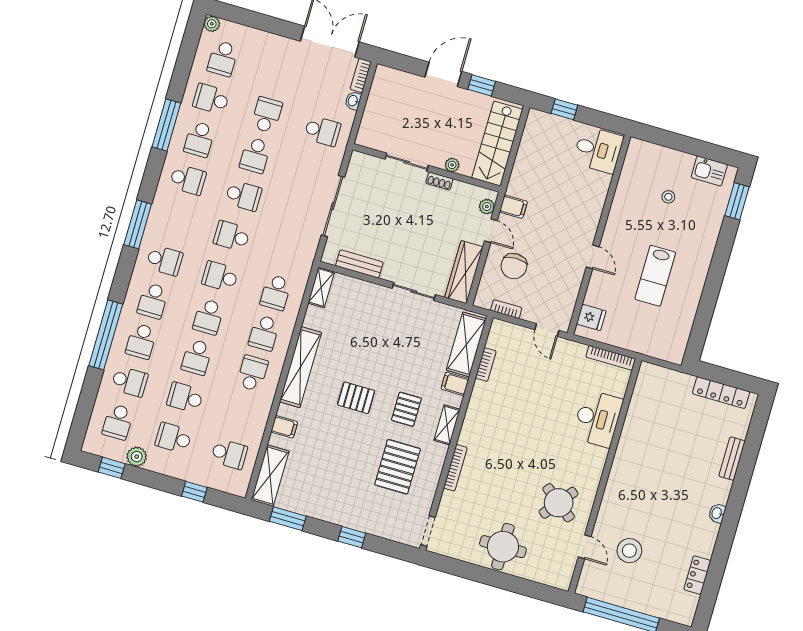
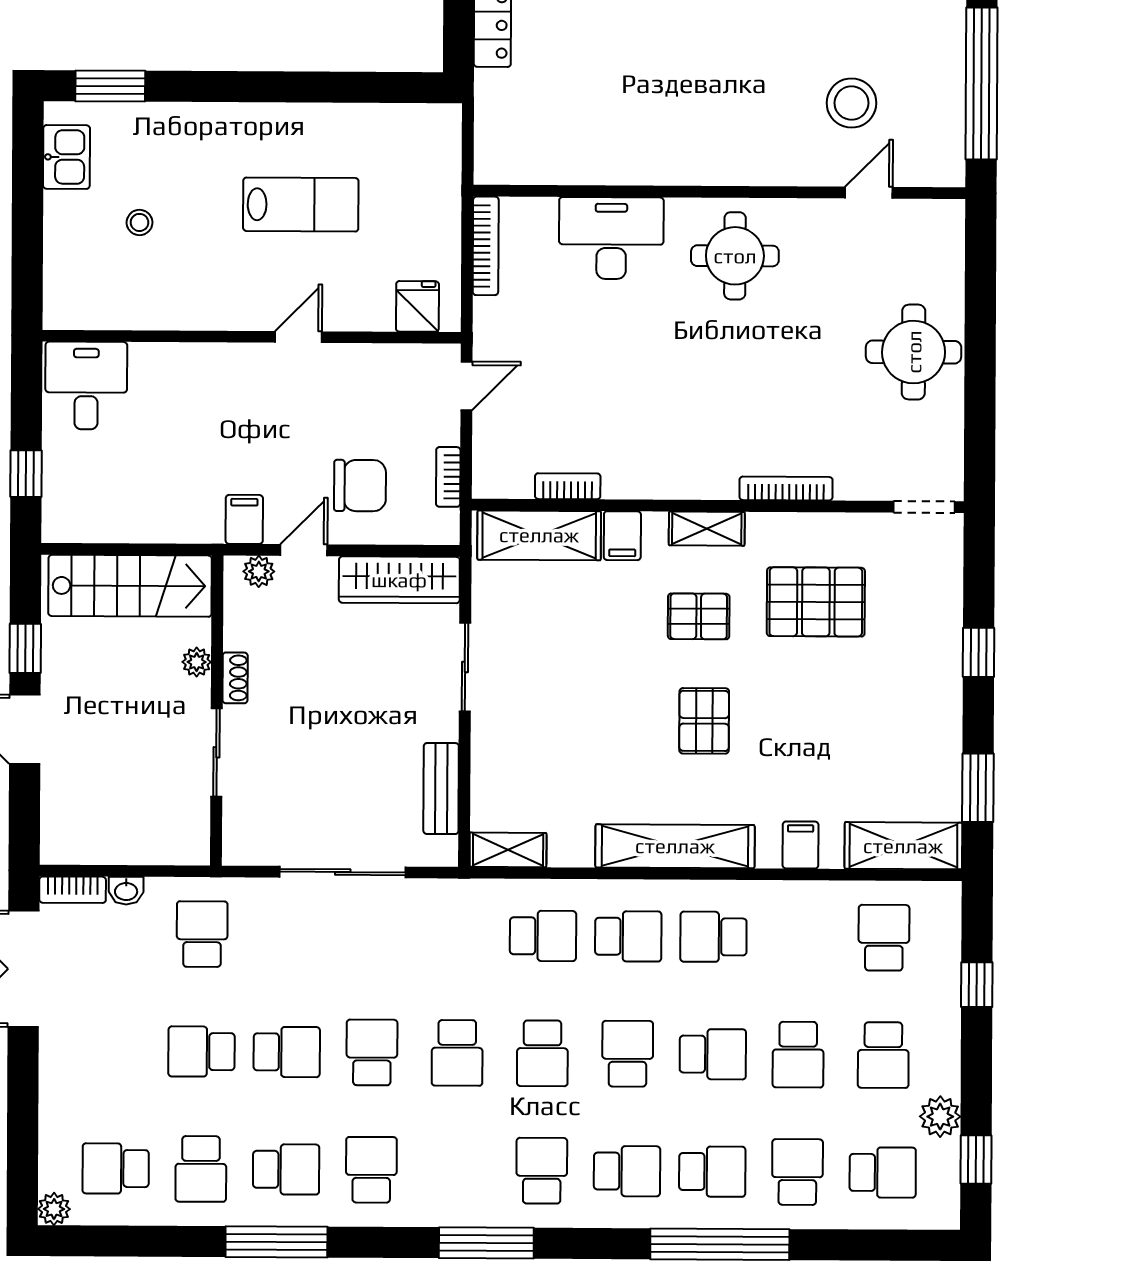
school desk: (223, 59) -> (116, 1168), turned 180
school desk: (208, 317) -> (628, 1054), turned -90
round table: (559, 503) -> (735, 256), moved, turned -38

